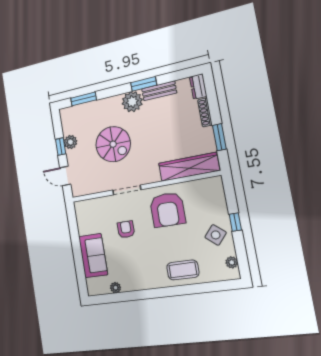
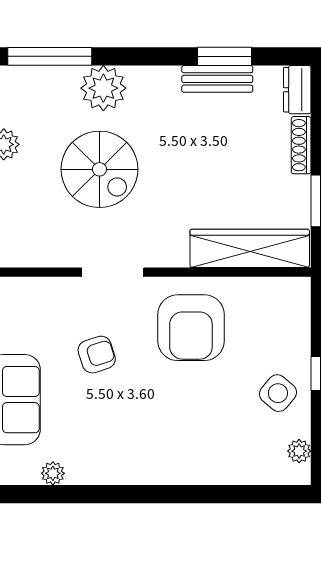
window: (144, 84) -> (225, 56), moved
window: (83, 99) -> (50, 56), width x1.44
plant: (132, 102) -> (103, 88), moved
armchair: (126, 229) -> (97, 355), turned 72
coffee table: (183, 270) -> (201, 454), removed

